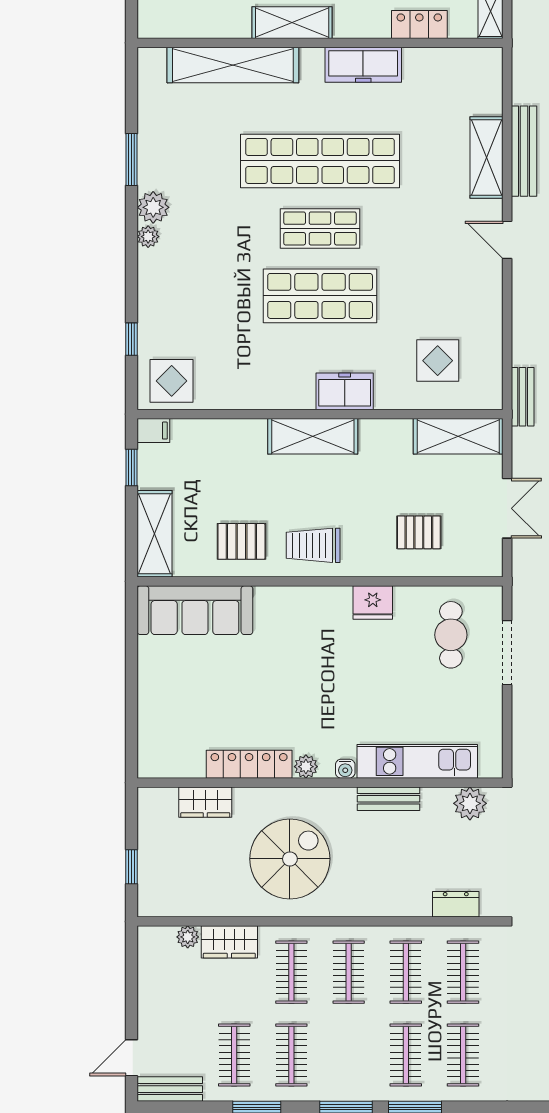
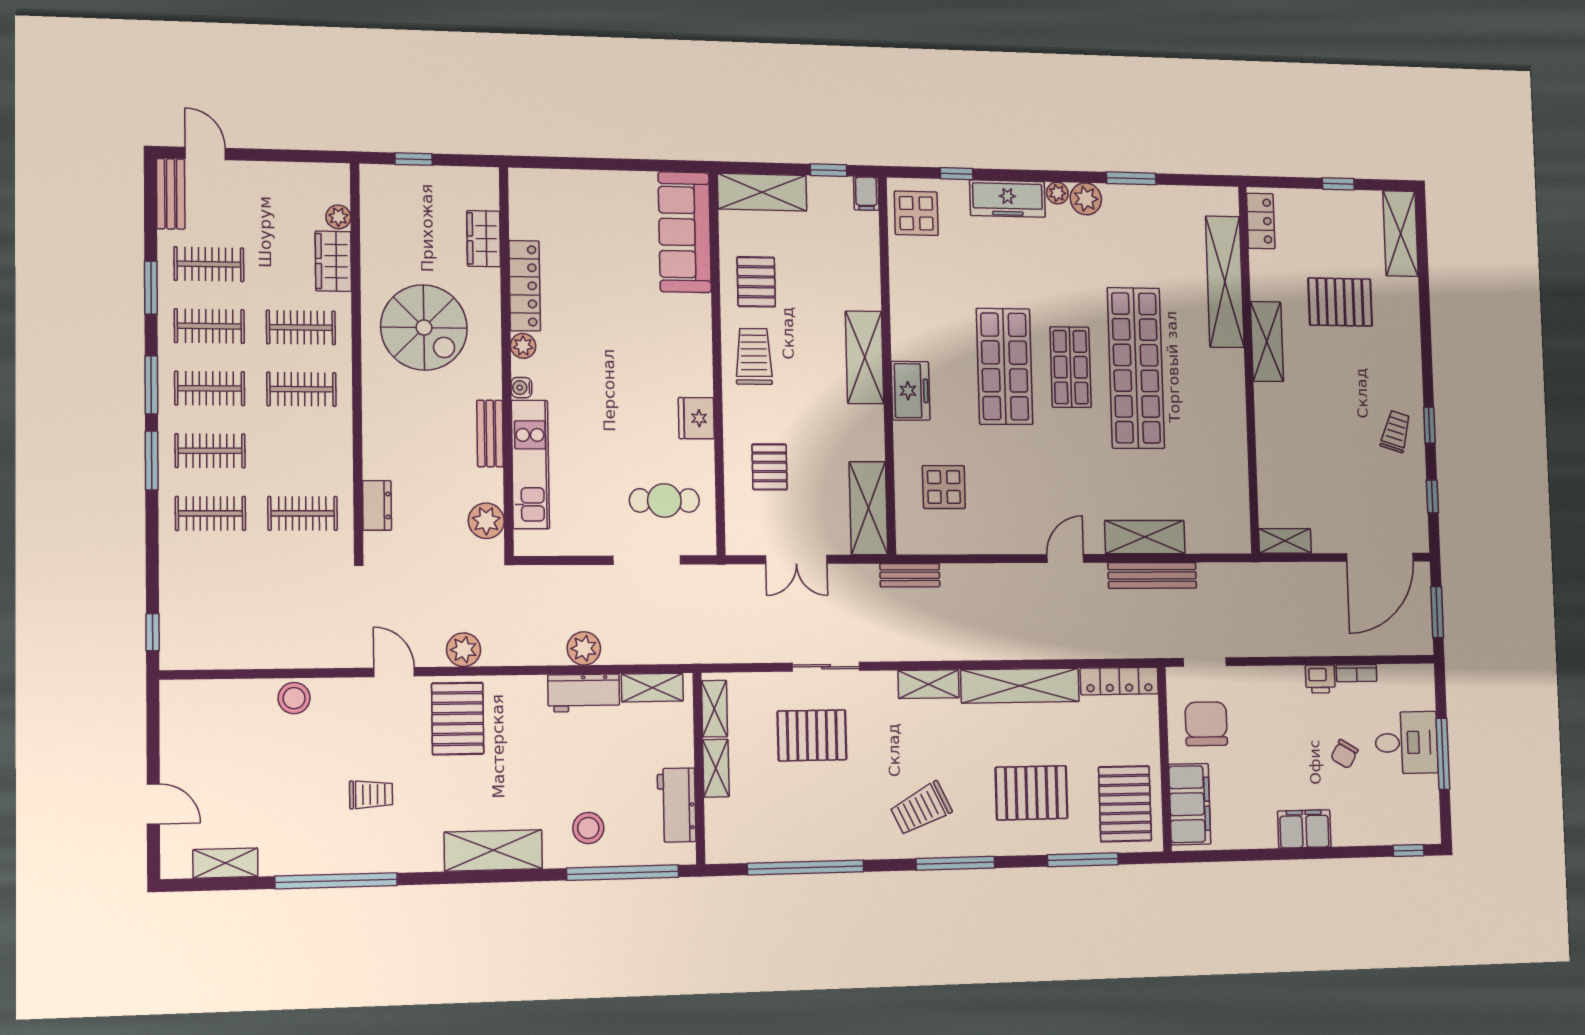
locker: (419, 24) -> (1261, 221), moved
freezer: (363, 65) -> (1007, 199), moved, turned -90
clothes rail: (406, 972) -> (210, 388), moved

